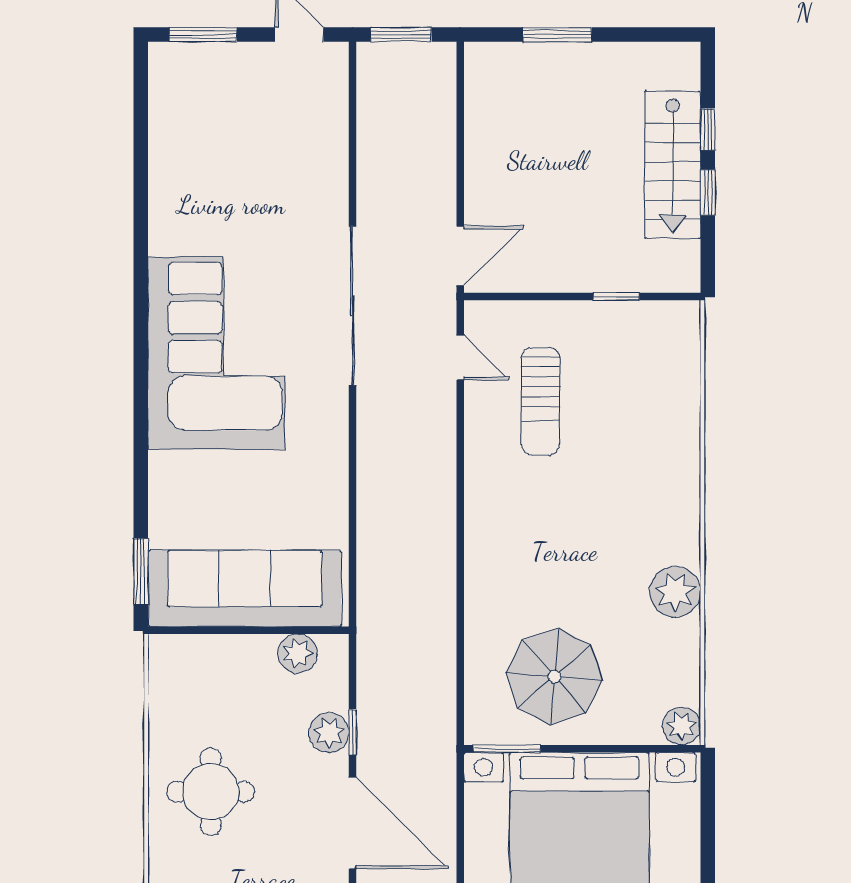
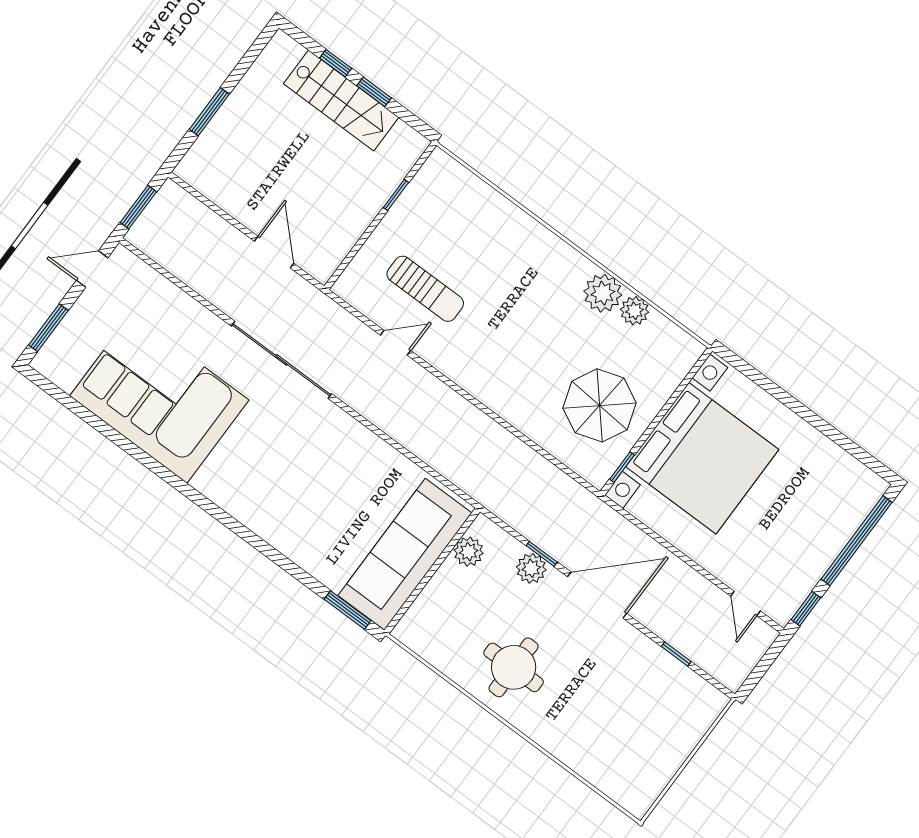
door: (460, 256) -> (274, 252), moved
corner sofa: (216, 353) -> (159, 398), moved
door: (460, 358) -> (396, 343), moved
plant: (682, 726) -> (635, 311), moved
window: (507, 749) -> (622, 467), width x0.67

